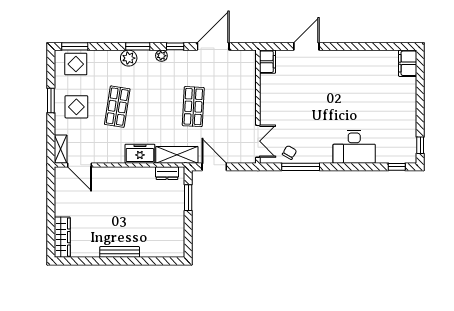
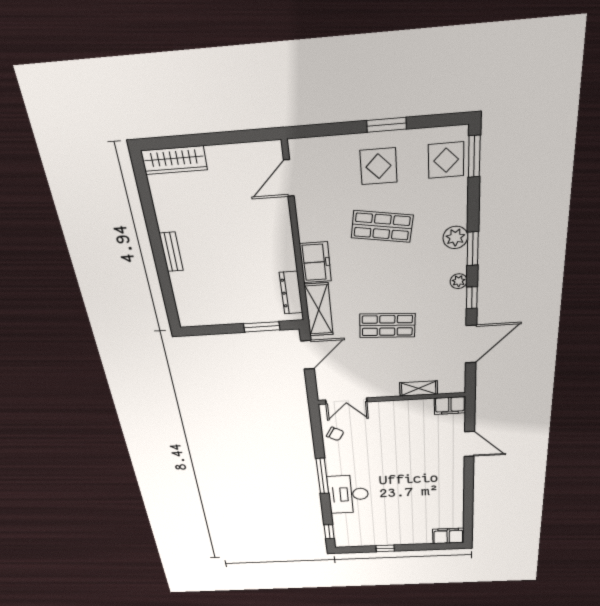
door: (213, 46) -> (471, 344), hinge flipped
window: (420, 145) -> (385, 548), moved
shelving: (61, 149) -> (419, 388), moved
window: (301, 167) -> (322, 476), moved
dresser: (167, 173) -> (291, 293), width x1.44
bench: (120, 252) -> (171, 252), width x0.73

